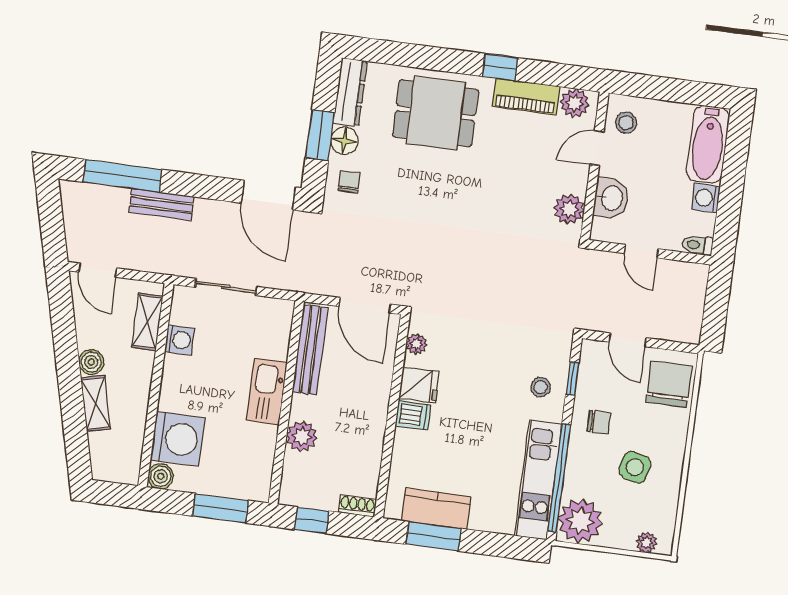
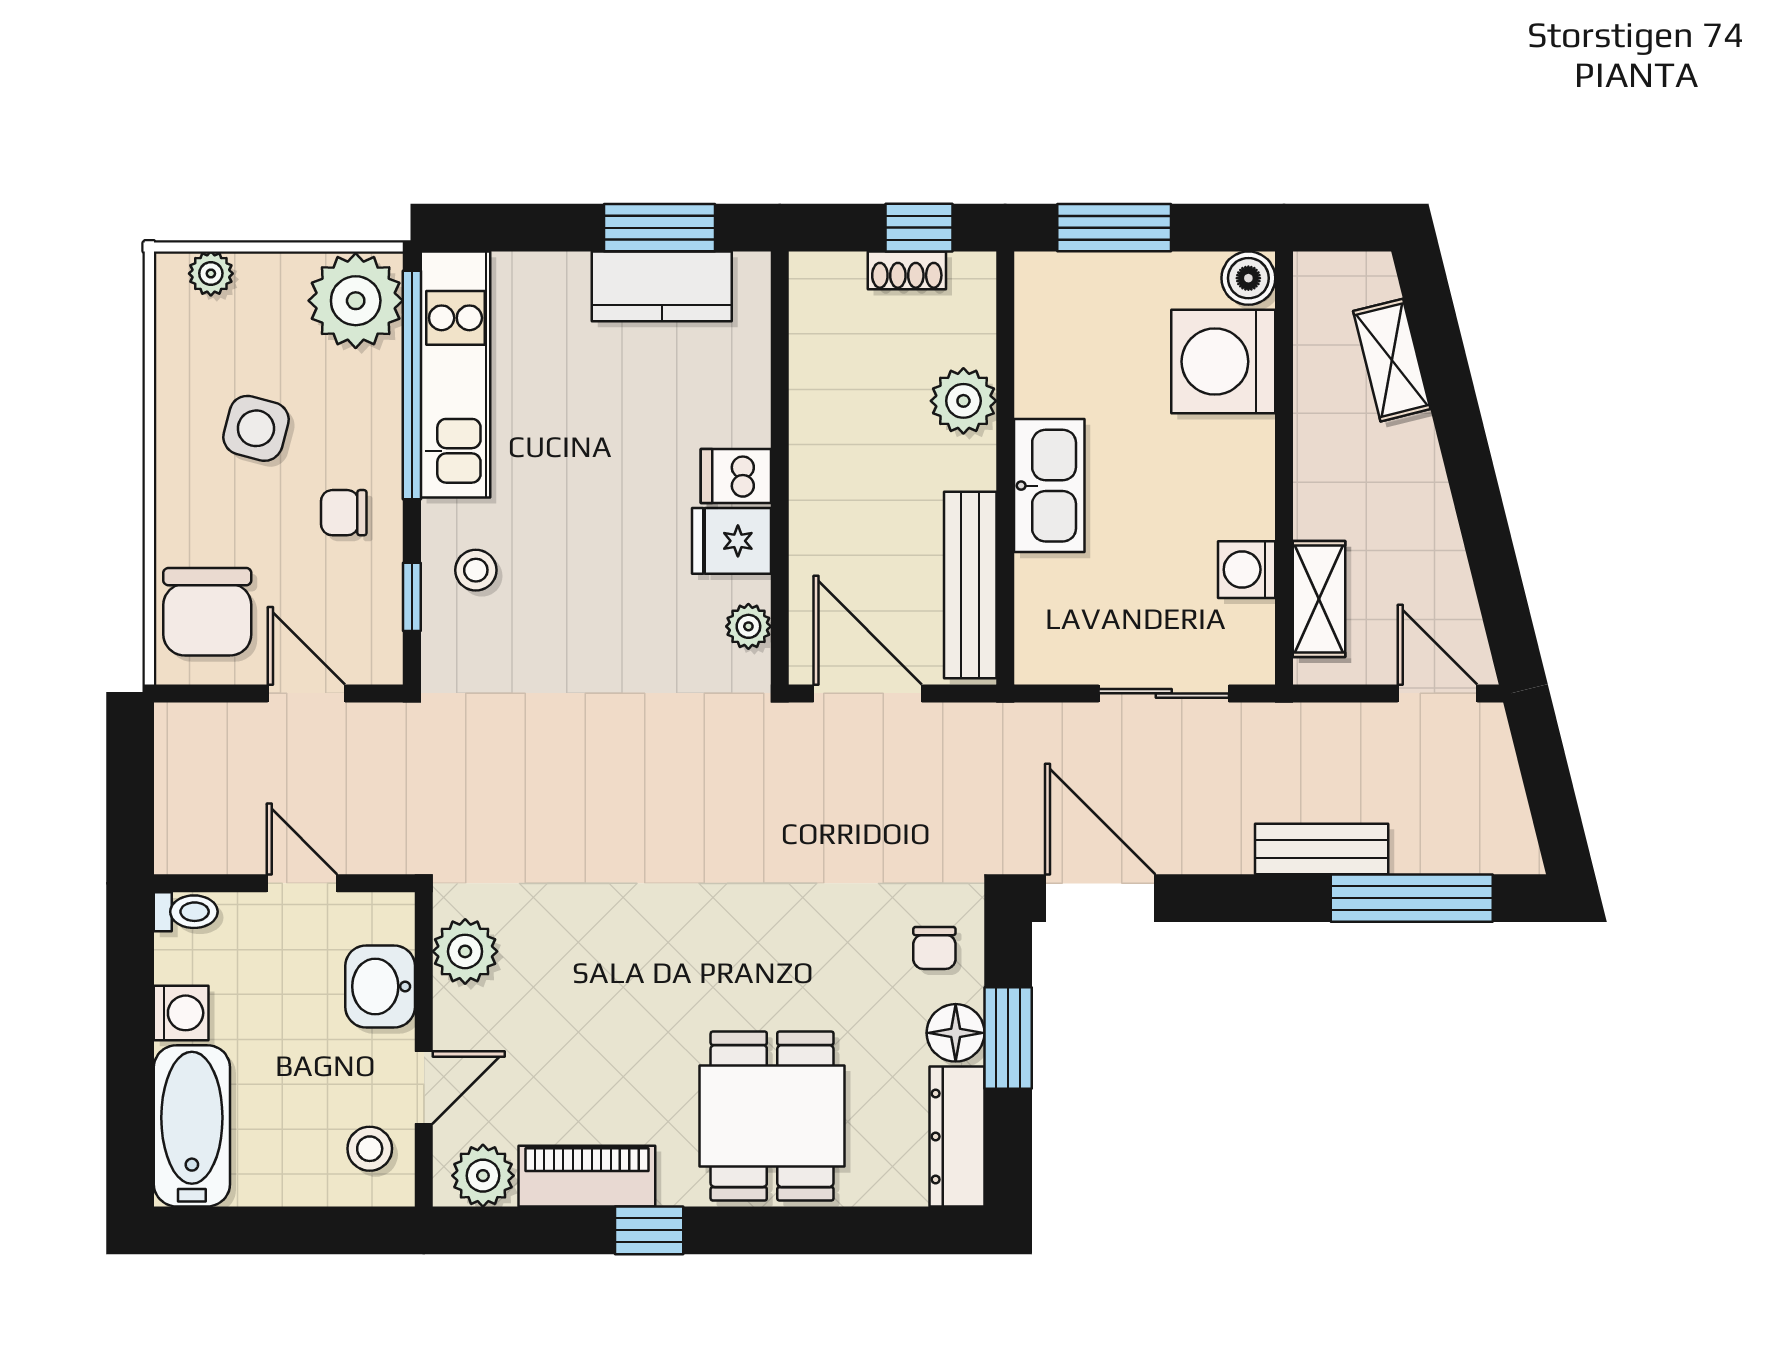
dining table: (436, 113) -> (772, 1116), turned 90
boiler: (91, 362) -> (1426, 499), removed
shelving: (96, 403) -> (1392, 360), moved
shoe rack: (357, 506) -> (907, 270), moved

